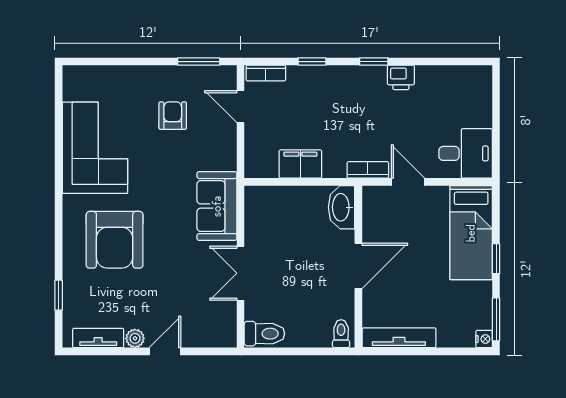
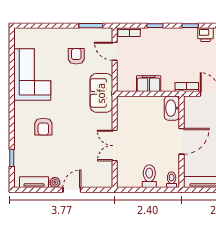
sofa: (217, 206) -> (101, 93), moved
armchair: (115, 240) -> (43, 127), width x0.53, depth x0.53
toilet: (264, 334) -> (149, 176), moved, turned -90

